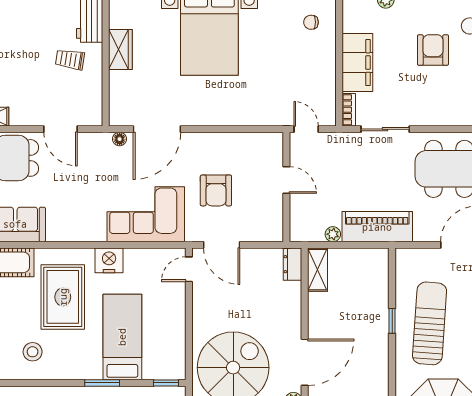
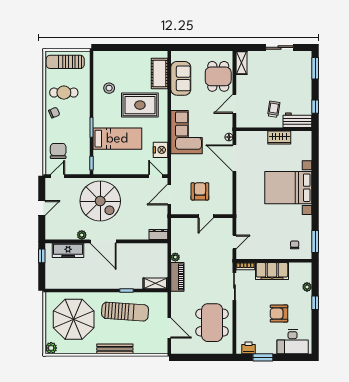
armchair: (433, 50) -> (279, 314), turned 180
door: (286, 180) -> (206, 216), moved
wall: (286, 187) -> (202, 216), moved
armchair: (216, 190) -> (200, 191), turned 90
corner sofa: (146, 214) -> (187, 132), moved
piano: (377, 227) -> (177, 277), width x0.73, depth x0.75
nightstand: (109, 260) -> (161, 150), moved
shelving: (317, 270) -> (155, 283), moved

